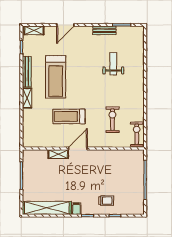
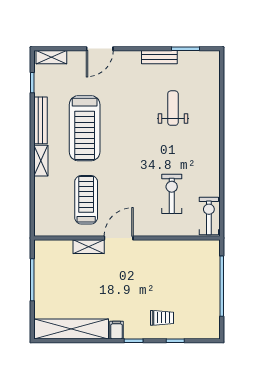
treadmill: (69, 116) -> (86, 200), moved, turned 90

